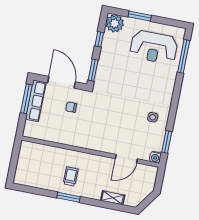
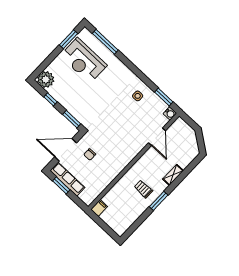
window: (140, 16) -> (69, 39), moved
reception desk: (154, 47) -> (84, 61), turned 90
window: (26, 99) -> (61, 185), width x0.69
filing cabinet: (28, 147) -> (99, 208), added
shelving: (113, 198) -> (173, 175), moved

